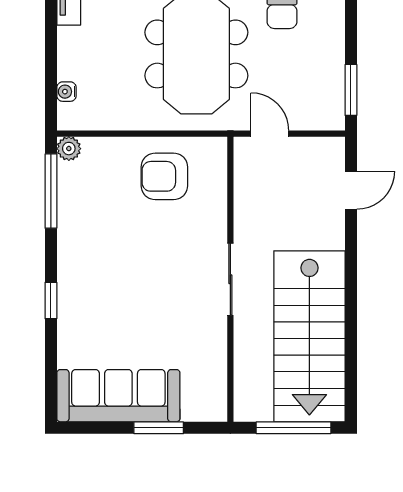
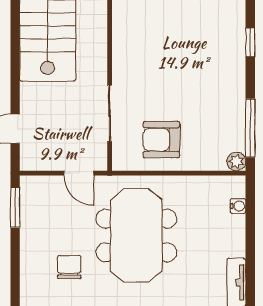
armchair: (164, 176) -> (161, 140), turned 180
sliding door: (230, 279) -> (110, 113), moved

